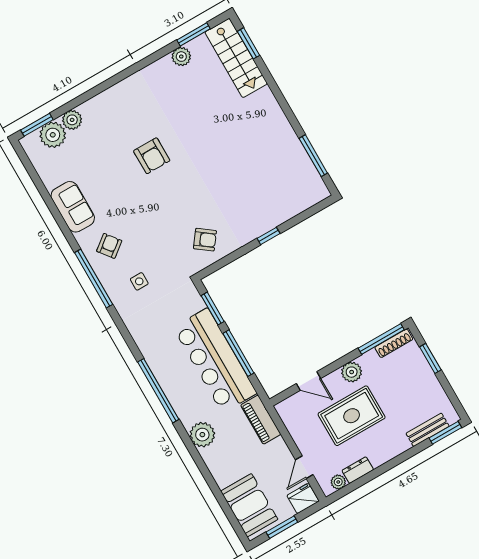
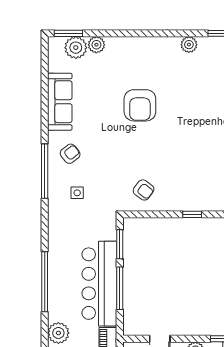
plant: (181, 57) -> (189, 45), moved
armchair: (152, 156) -> (140, 105), width x1.36, depth x1.36
sofa: (73, 207) -> (60, 102), width x1.36

